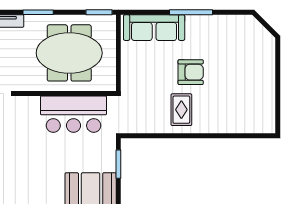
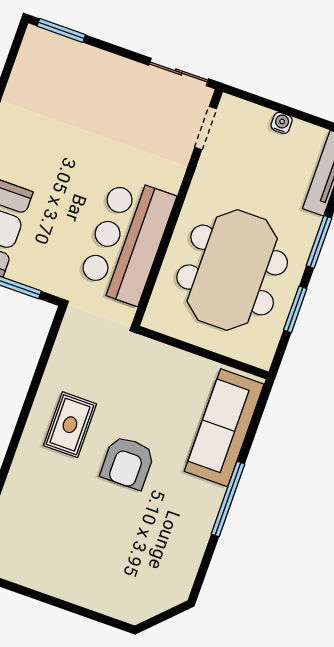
window: (99, 12) -> (295, 309), moved
rug: (181, 110) -> (70, 425), turned 90

